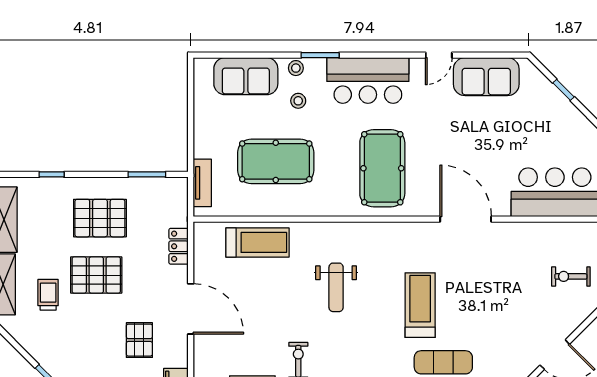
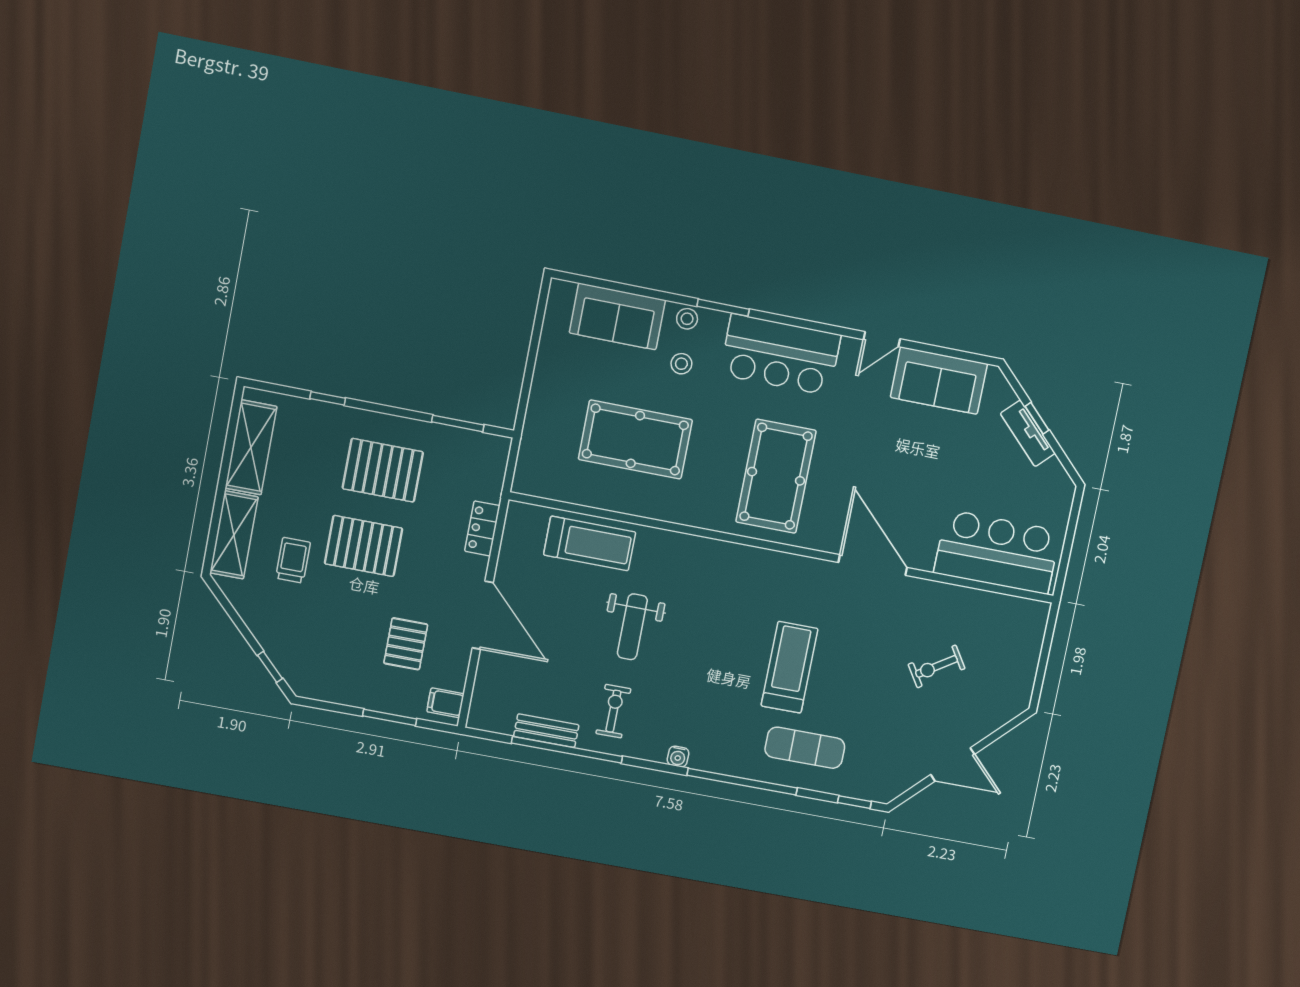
tv unit: (202, 183) -> (1028, 433), moved, turned 135
exercise bike: (571, 276) -> (936, 666), moved, turned -33
weight bench: (336, 287) -> (632, 627), moved

